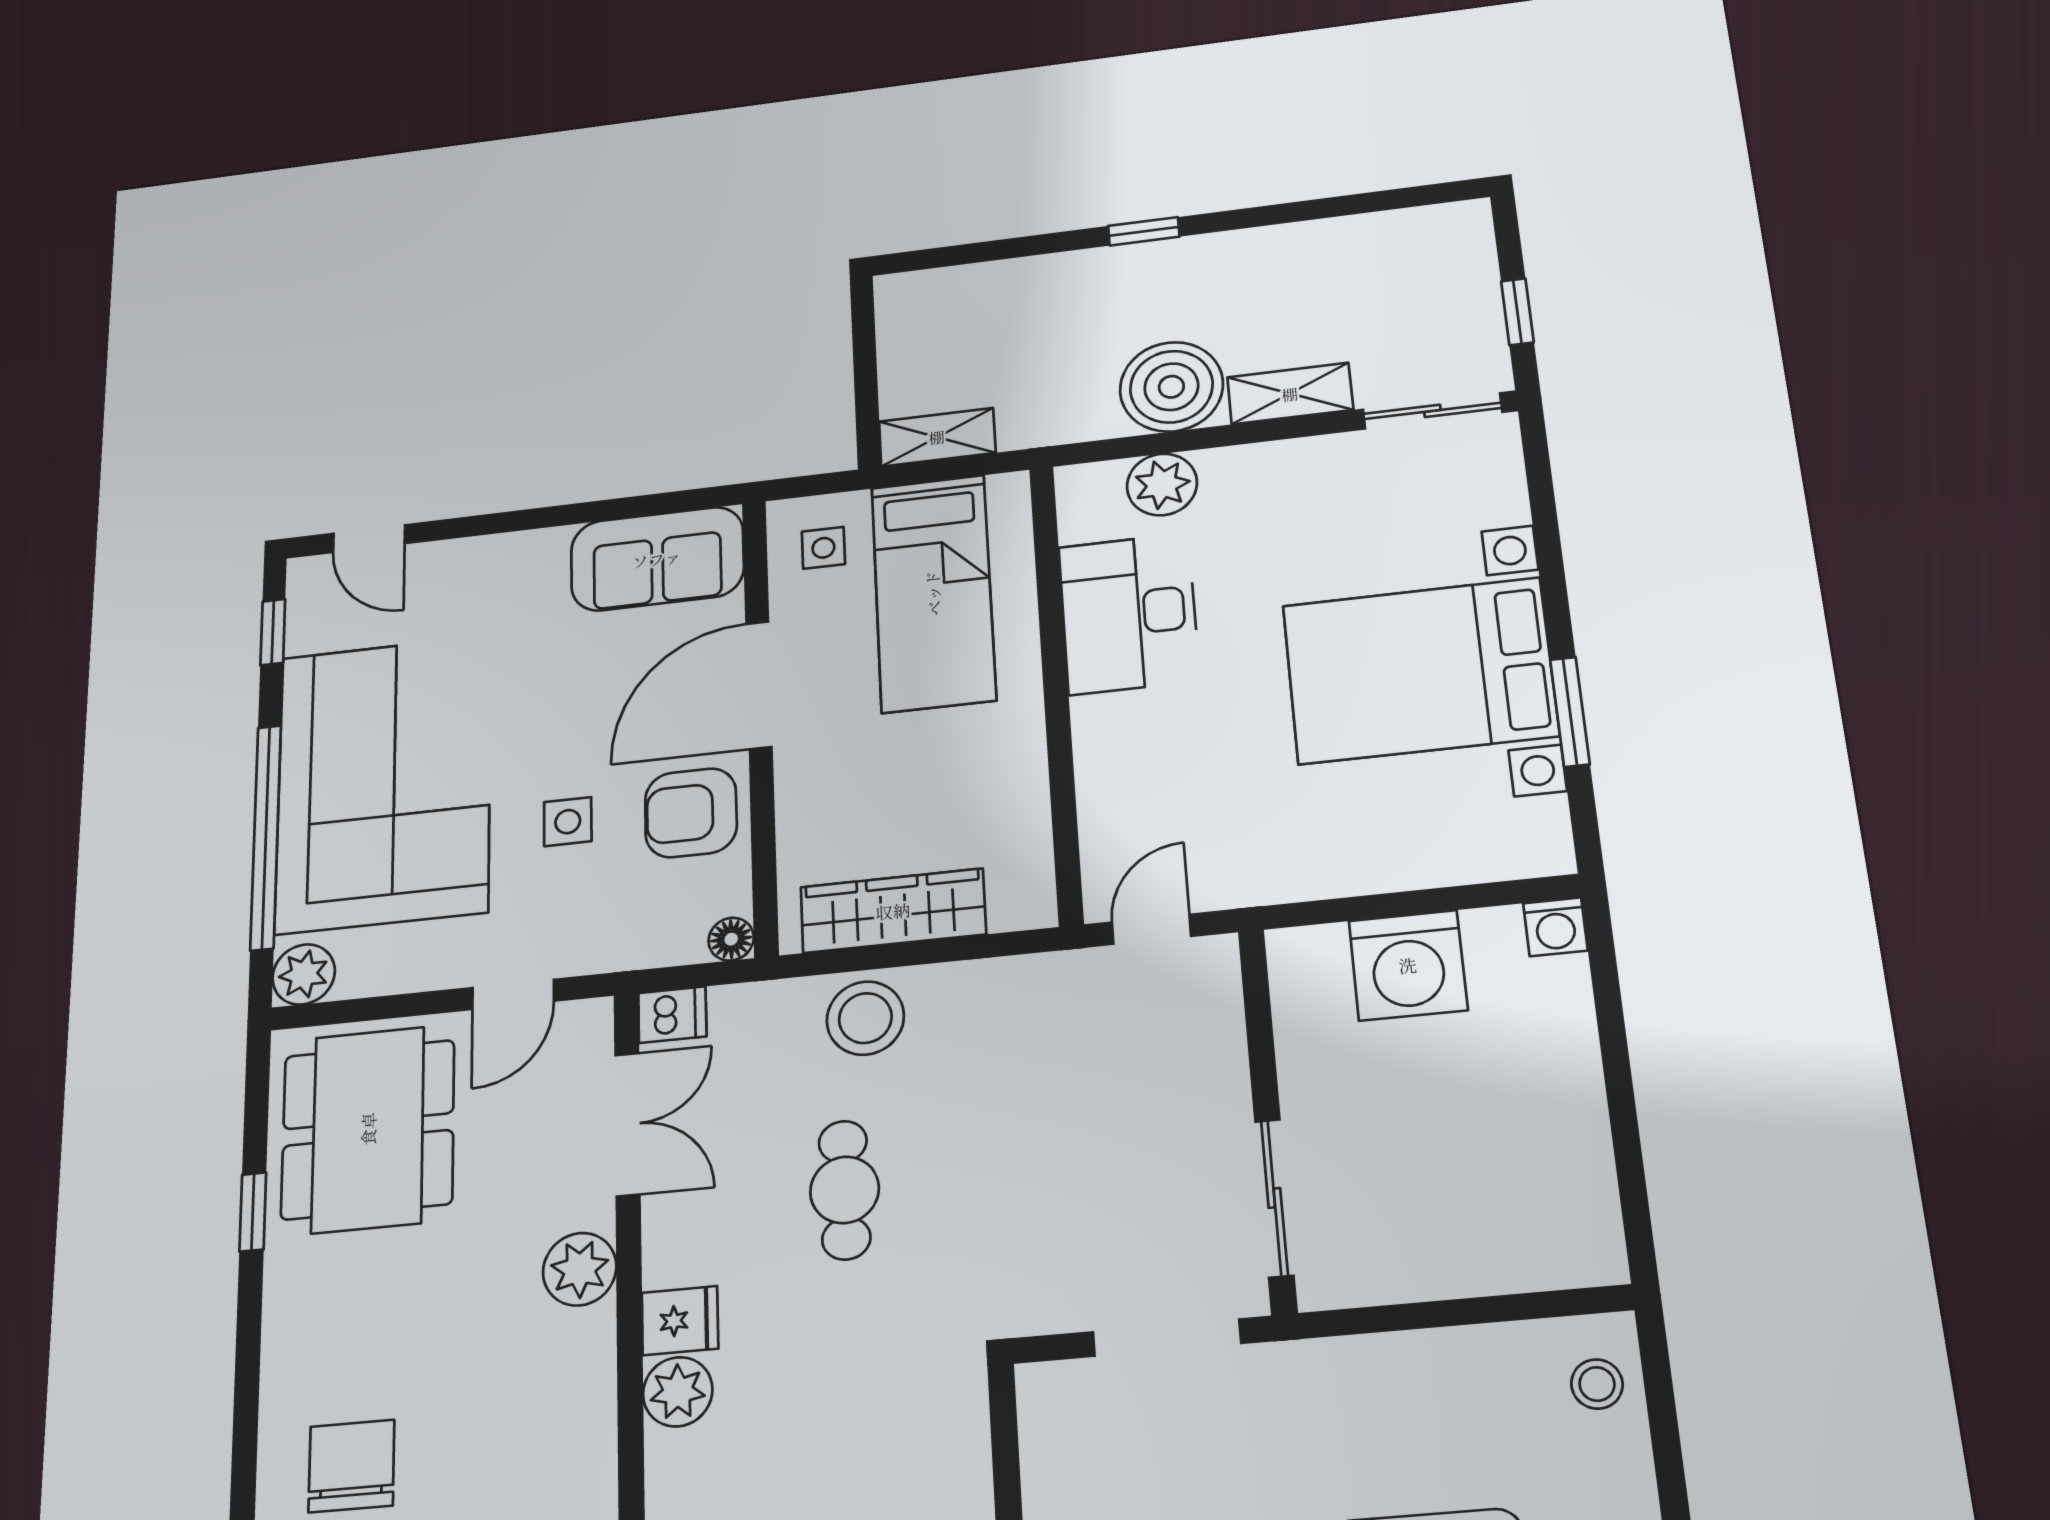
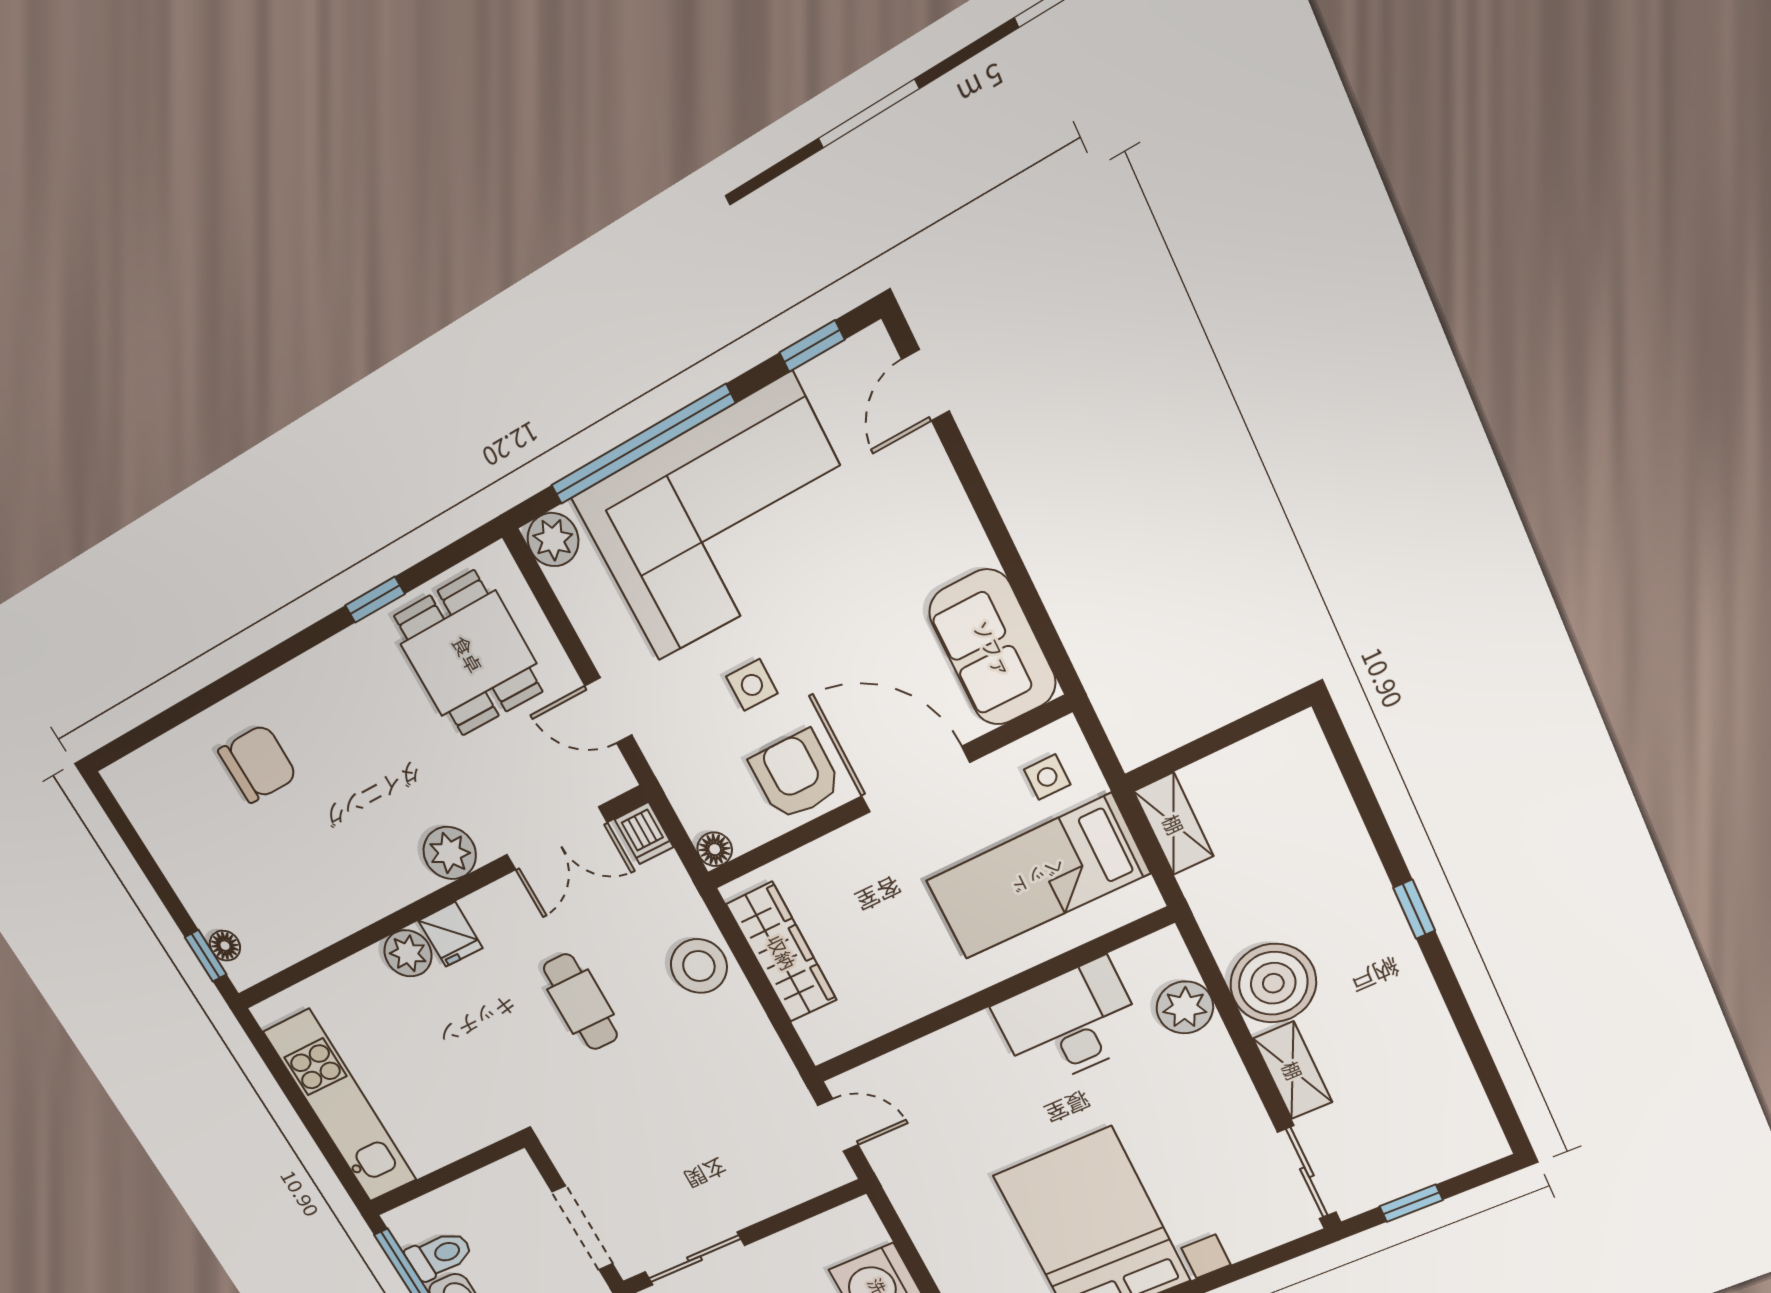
dining table: (368, 1129) -> (468, 654), width x0.73
cafe table: (845, 1190) -> (581, 1002), turned 90

